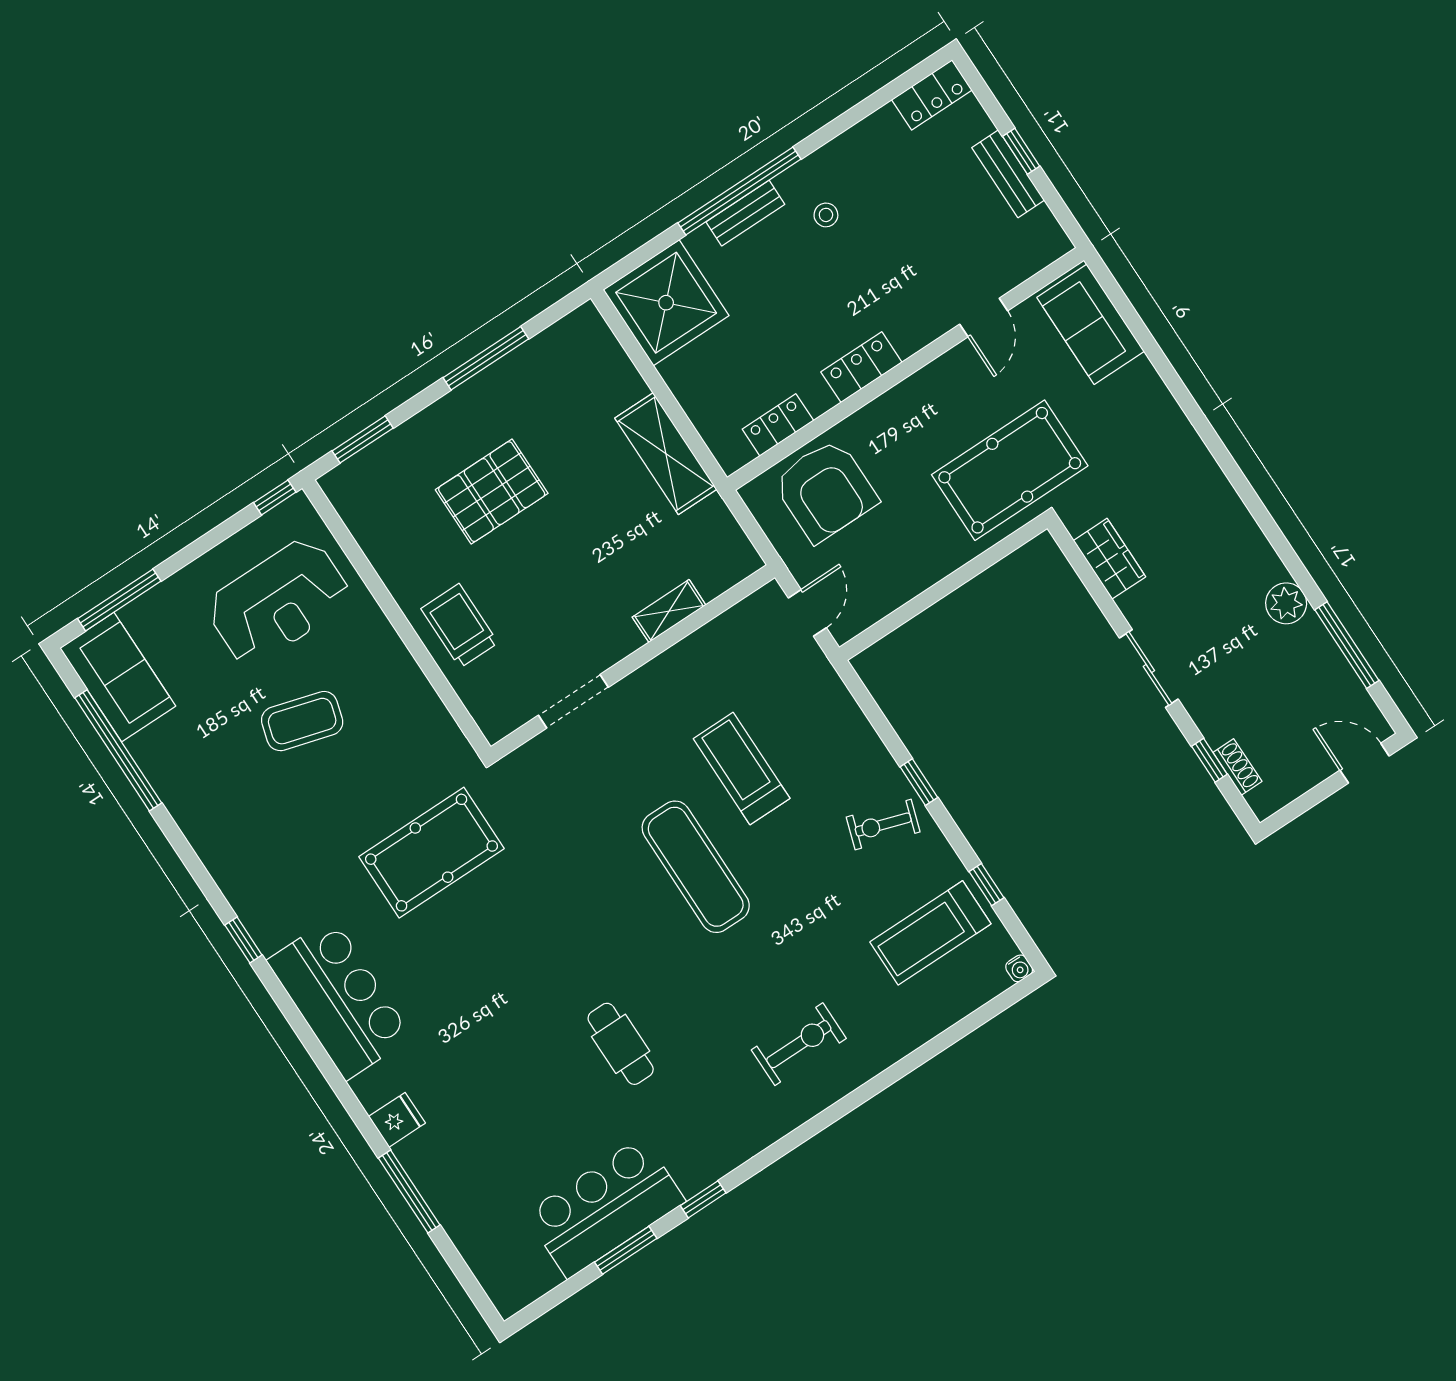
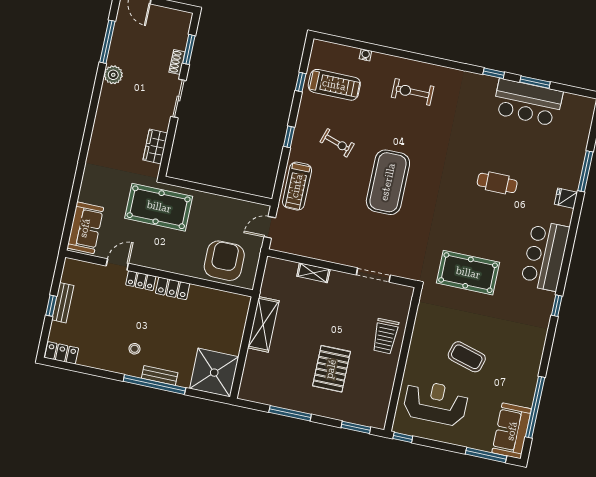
locker: (778, 425) -> (141, 281), moved
pallet: (492, 492) -> (331, 369), turned 90
window: (1209, 760) -> (189, 49), width x1.50
shoe rack: (1237, 767) -> (177, 62), moved
treadmill: (742, 769) -> (297, 186), moved
exercise bike: (883, 825) -> (337, 143), moved
exercise mat: (696, 867) -> (388, 182), width x1.47
water cooler: (1019, 968) -> (365, 55), moved
cafe table: (621, 1044) -> (497, 183), moved, turned 90

